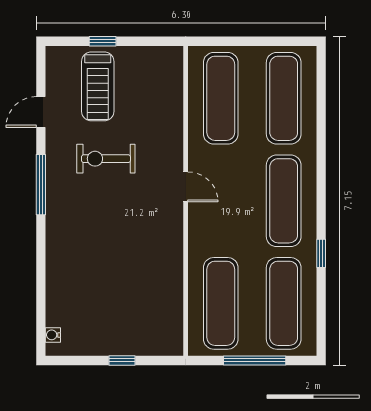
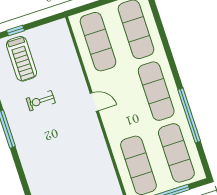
exercise bike: (106, 159) -> (41, 101), width x0.73, depth x0.72
window: (321, 253) -> (189, 115), width x3.17

